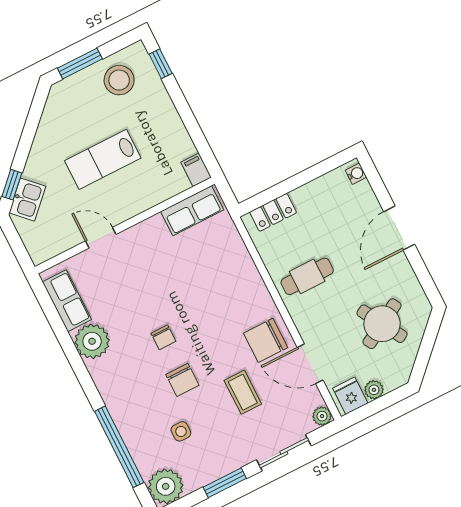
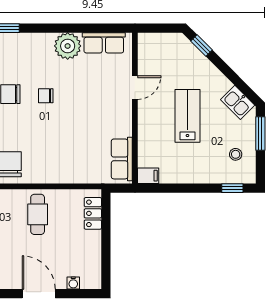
stool: (119, 80) -> (236, 154), width x0.53, depth x0.53
water cooler: (356, 174) -> (73, 283), moved
kitchen sink: (27, 200) -> (238, 102), moved

